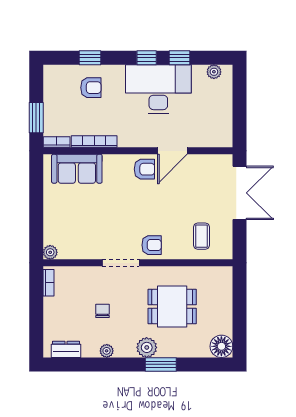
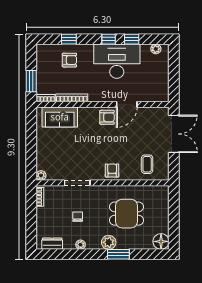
armchair: (152, 245) -> (112, 170), turned -90
doorway: (121, 263) -> (77, 183), moved

